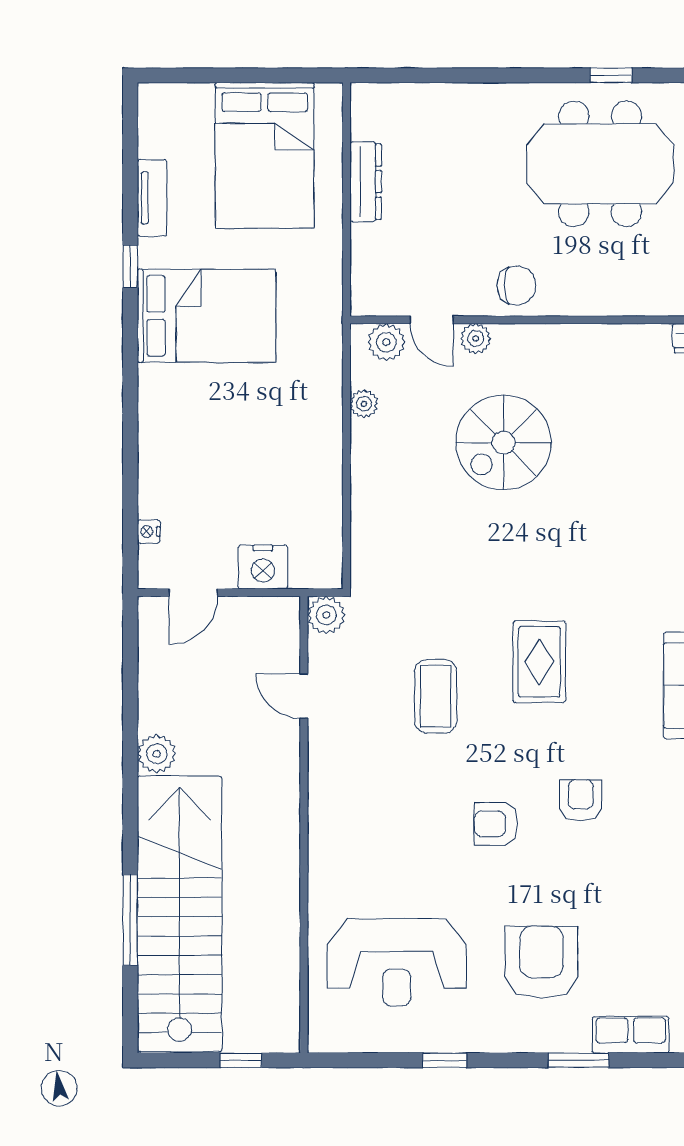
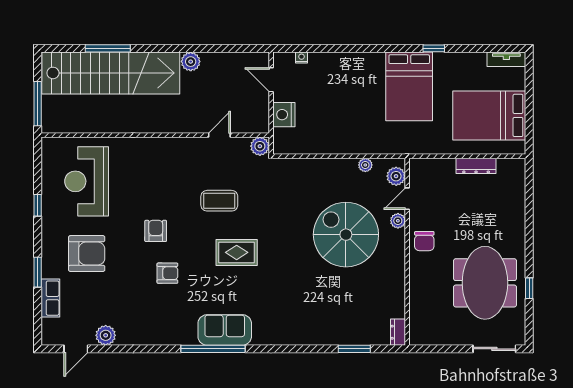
tv unit: (152, 198) -> (506, 59), moved
spiral stairs: (503, 443) -> (346, 235), width x1.37, depth x1.37
window: (241, 1060) -> (38, 104), width x2.17

